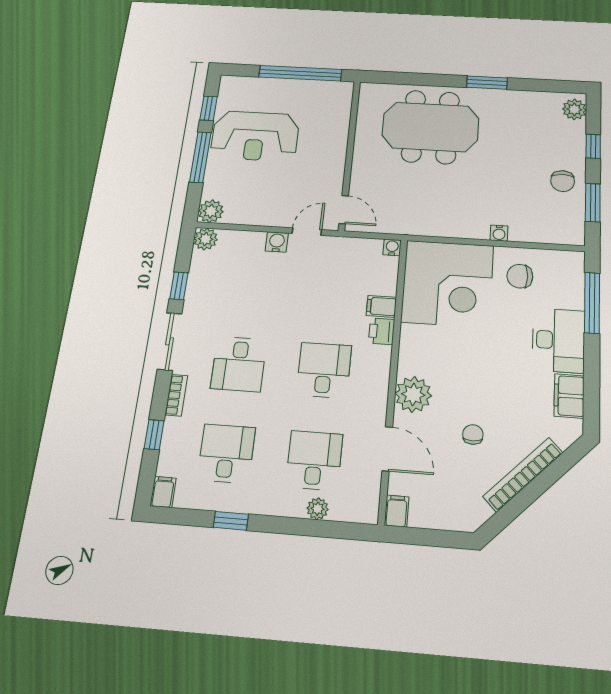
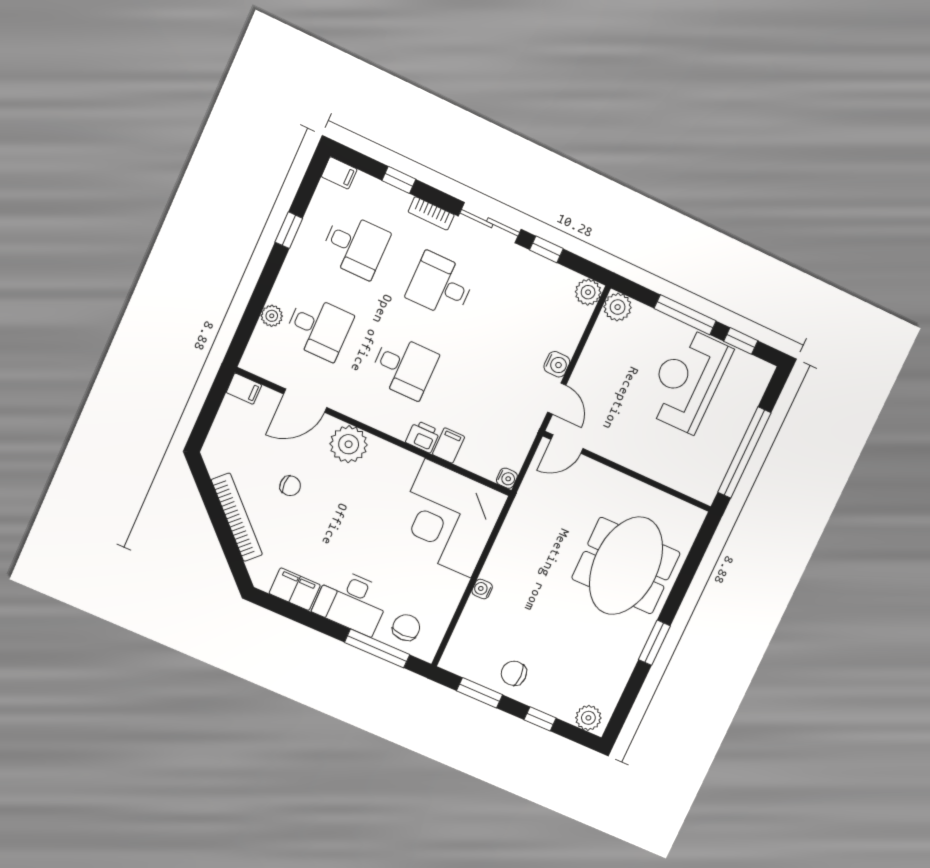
chair: (520, 276) -> (406, 628), moved

